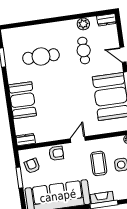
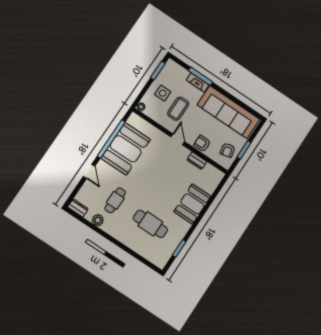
dresser: (26, 140) -> (197, 161), moved
door: (78, 140) -> (178, 139), swing flipped

